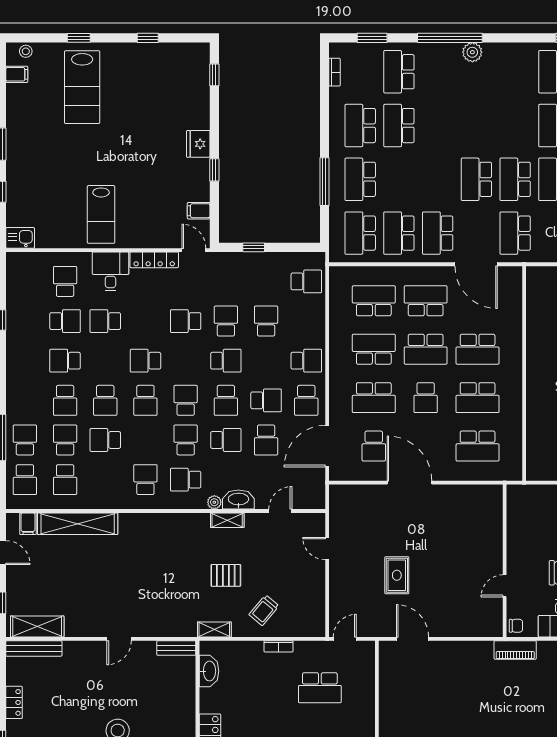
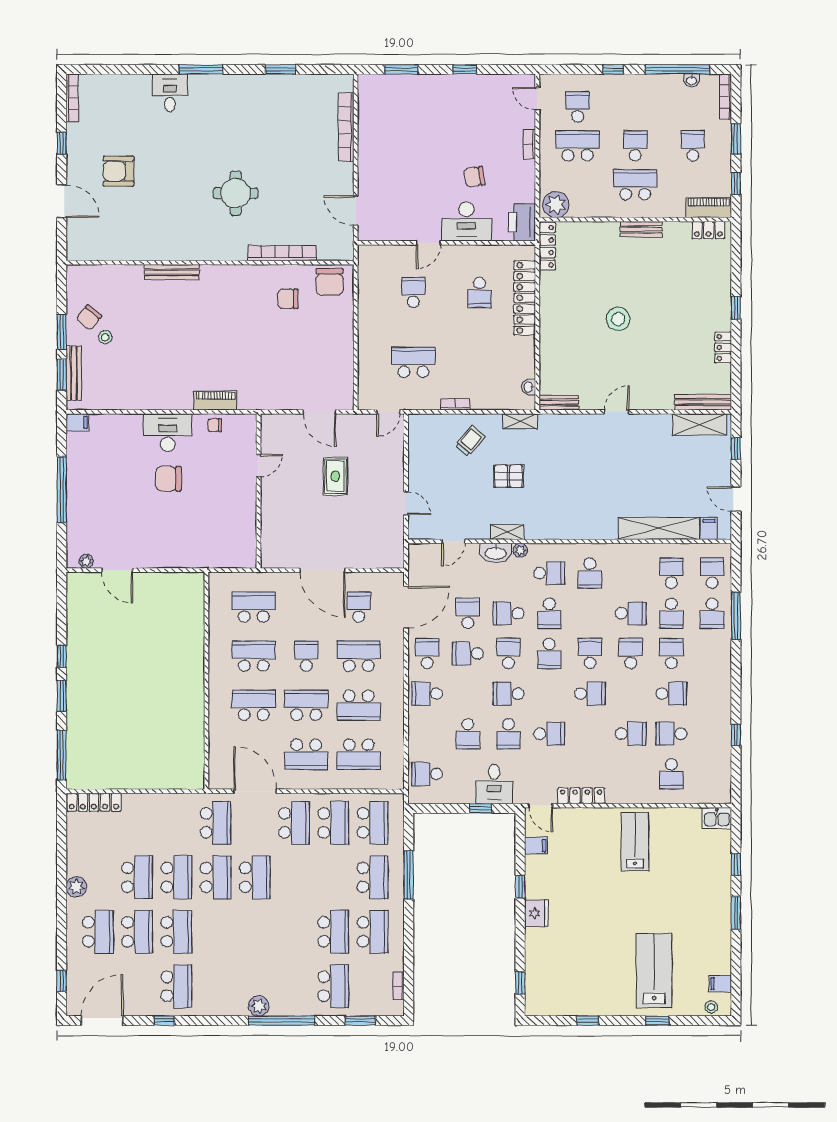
desk: (110, 271) -> (494, 784), moved
wall: (505, 561) -> (259, 491), moved
door: (505, 586) -> (259, 466), moved
washbasin: (209, 671) -> (529, 387), width x0.52, depth x0.69

